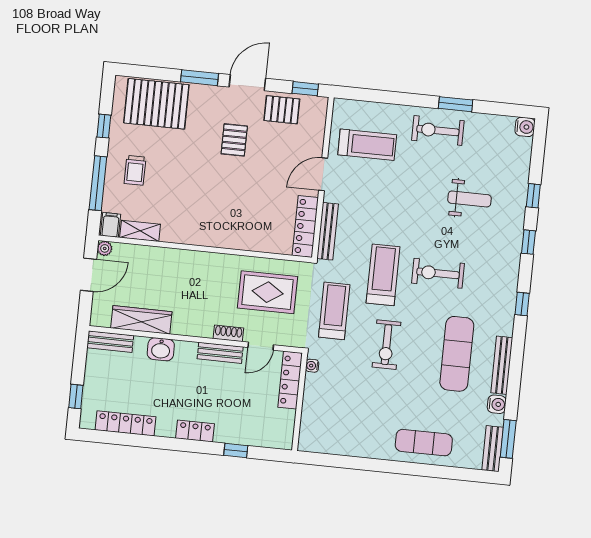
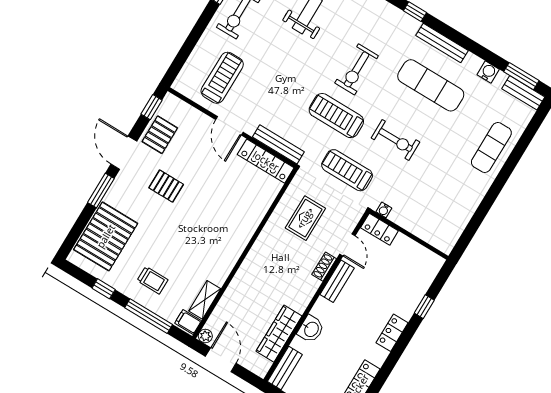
rug: (268, 292) -> (305, 218), width x0.73, depth x0.70
bench: (502, 365) -> (442, 43), moved
locker: (290, 380) -> (379, 229), width x0.66

